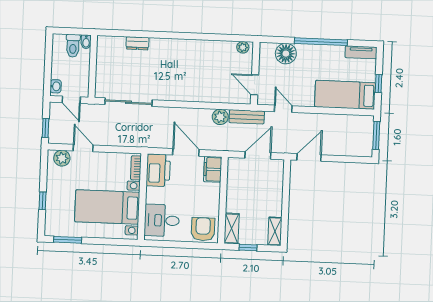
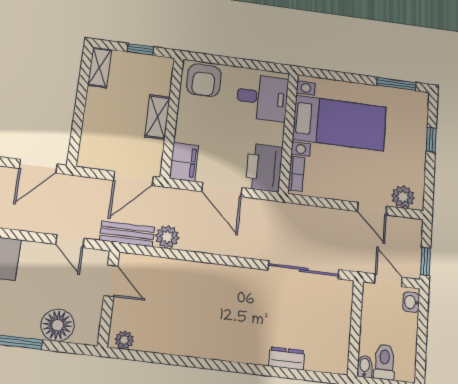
window: (45, 128) -> (425, 261), moved
door: (258, 155) -> (133, 178), moved
shelving: (232, 228) -> (157, 117), moved

